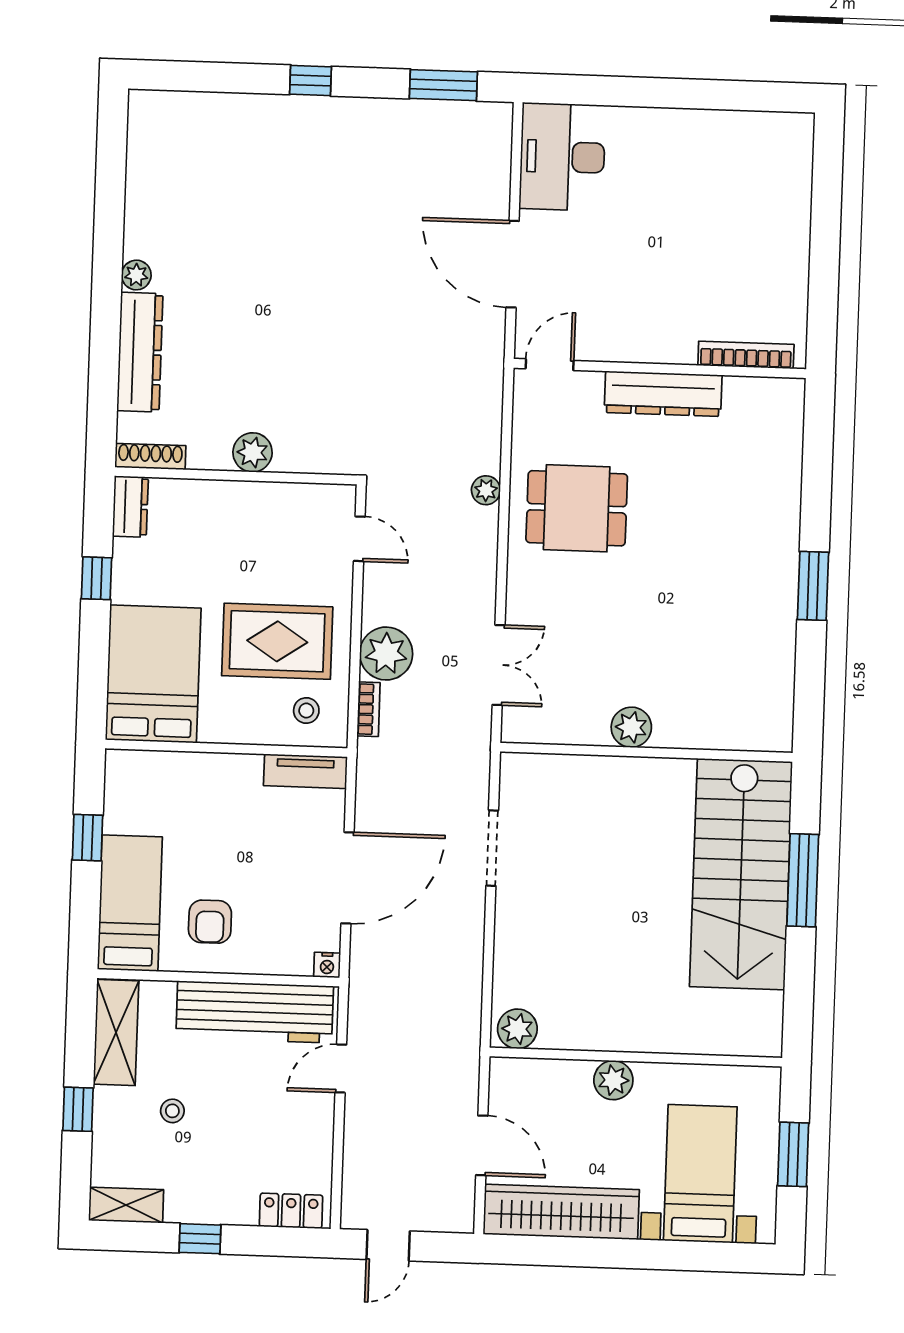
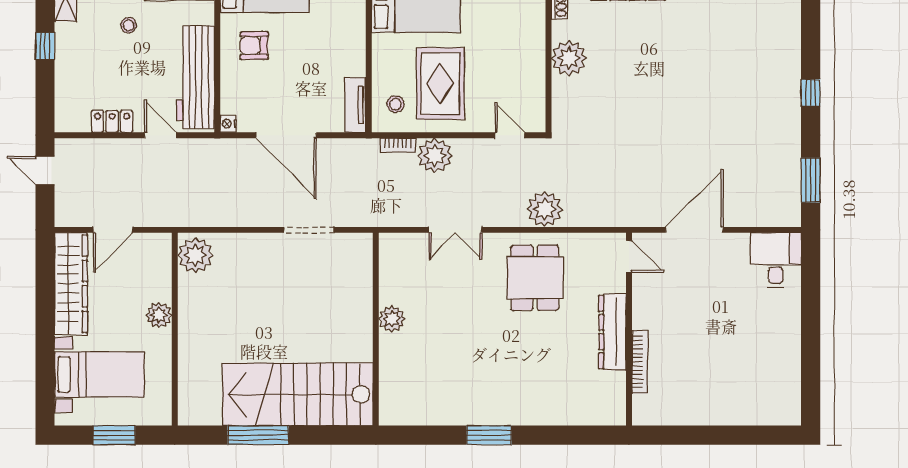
desk: (562, 157) -> (776, 260), width x0.73
bookcase: (746, 355) -> (640, 362), moved
plant: (253, 452) -> (569, 58), width x1.36, depth x1.36
plant: (486, 490) -> (545, 209), width x1.87, depth x1.87
door: (359, 539) -> (510, 135), swing flipped
double door: (499, 665) -> (455, 230), moved
window: (803, 880) -> (258, 435), moved
plant: (517, 1029) -> (195, 255), width x1.36, depth x1.36
locker: (291, 1211) -> (112, 121), moved, turned -90

